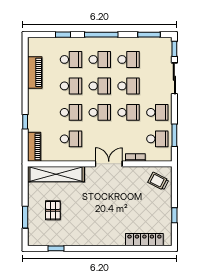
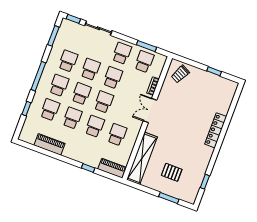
locker: (144, 240) -> (216, 130), moved

